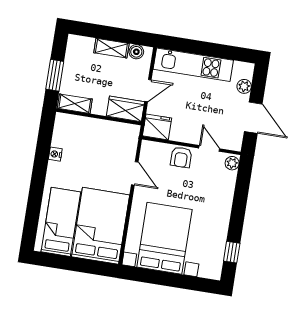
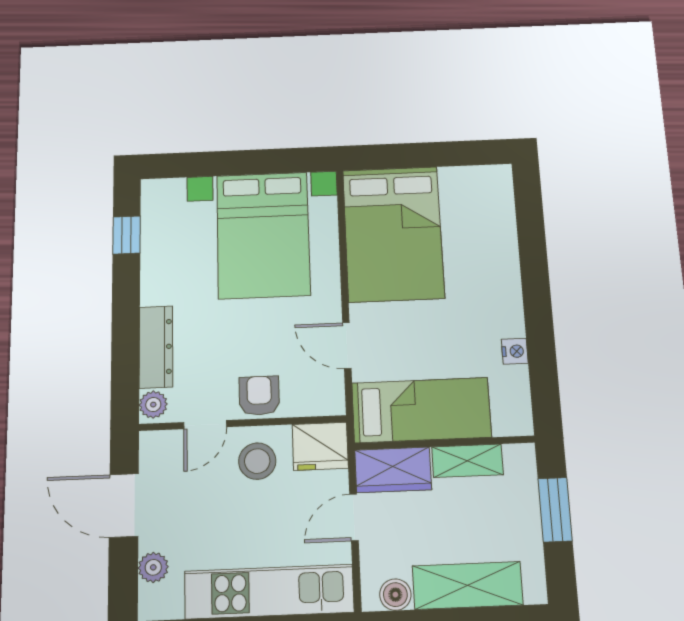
shelving: (111, 48) -> (468, 585), width x1.50, depth x1.33
shelving: (75, 104) -> (467, 461), moved
stool: (188, 126) -> (257, 461), added
door: (209, 148) -> (205, 425), hinge flipped
dresser: (226, 191) -> (156, 347), added
bed: (61, 222) -> (421, 410), moved, turned -90

